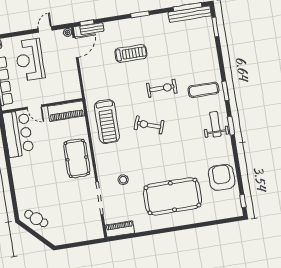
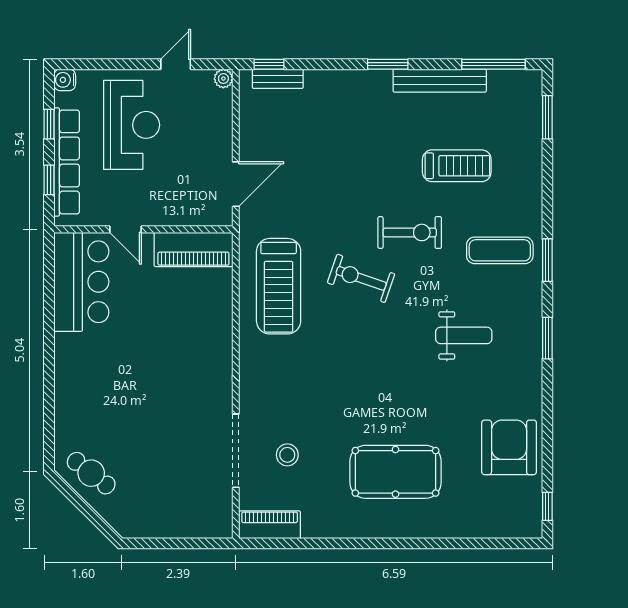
bench: (190, 14) -> (440, 81), moved
door: (76, 47) -> (236, 184), moved
treadmill: (131, 53) -> (457, 166), moved
reception desk: (30, 60) -> (132, 125), turned 180
weight bench: (215, 124) -> (464, 335), moved, turned 90
exercise bike: (149, 125) -> (361, 278), moved
pool table: (77, 158) -> (200, 356), removed
stool: (123, 180) -> (287, 455), moved
pool table: (172, 196) -> (395, 472), width x0.73, depth x0.76

